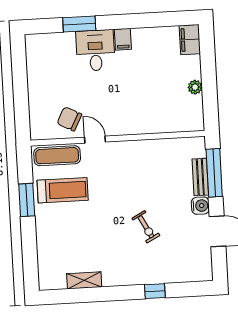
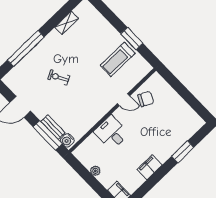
filing cabinet: (123, 39) -> (150, 167), width x2.00
desk: (95, 50) -> (111, 133), moved, turned 180
exercise mat: (57, 156) -> (136, 75), removed
water cooler: (200, 206) -> (67, 140), moved
window: (155, 291) -> (26, 49), width x3.17

